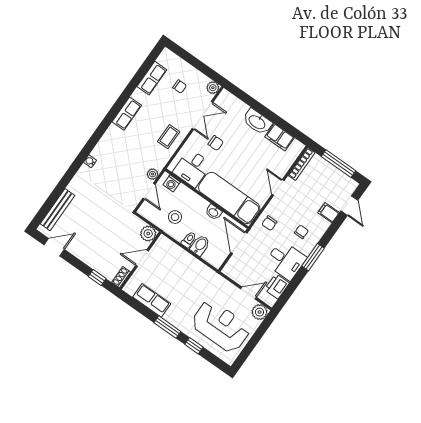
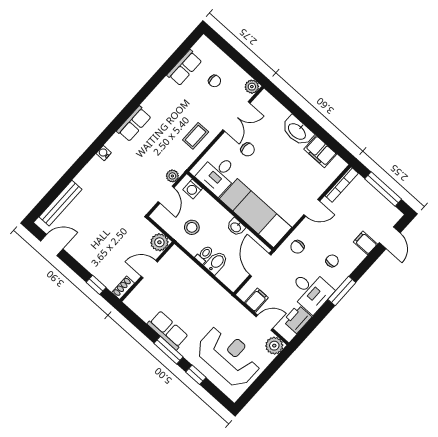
row of seats: (127, 114) -> (134, 124), moved
door: (278, 187) -> (312, 208), swing flipped
filing cabinet: (239, 274) -> (256, 300), added
row of seats: (152, 300) -> (168, 330), moved

